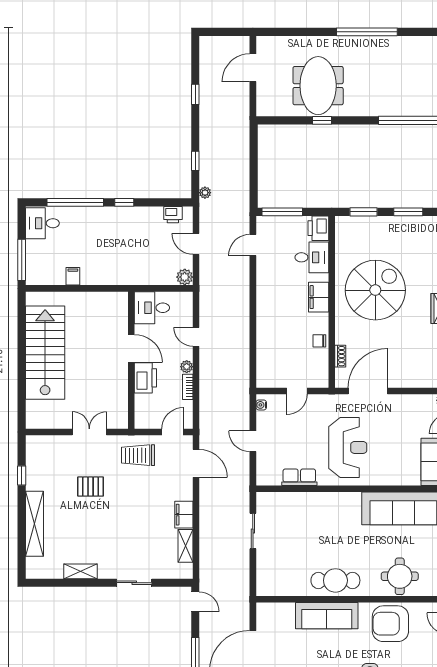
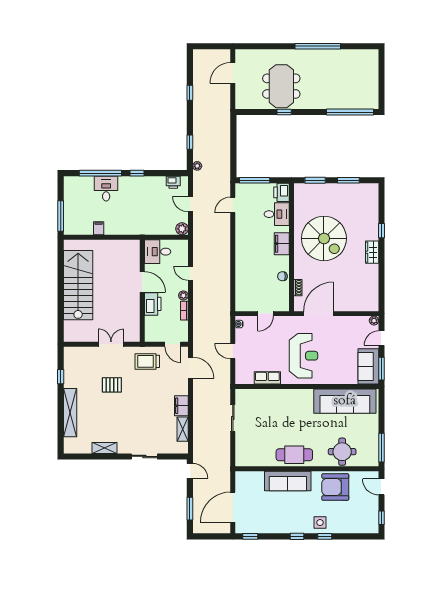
desk: (42, 223) -> (106, 189), moved, turned 90
spiral stairs: (375, 290) -> (324, 238), turned 90
door: (173, 432) -> (173, 344), swing flipped

